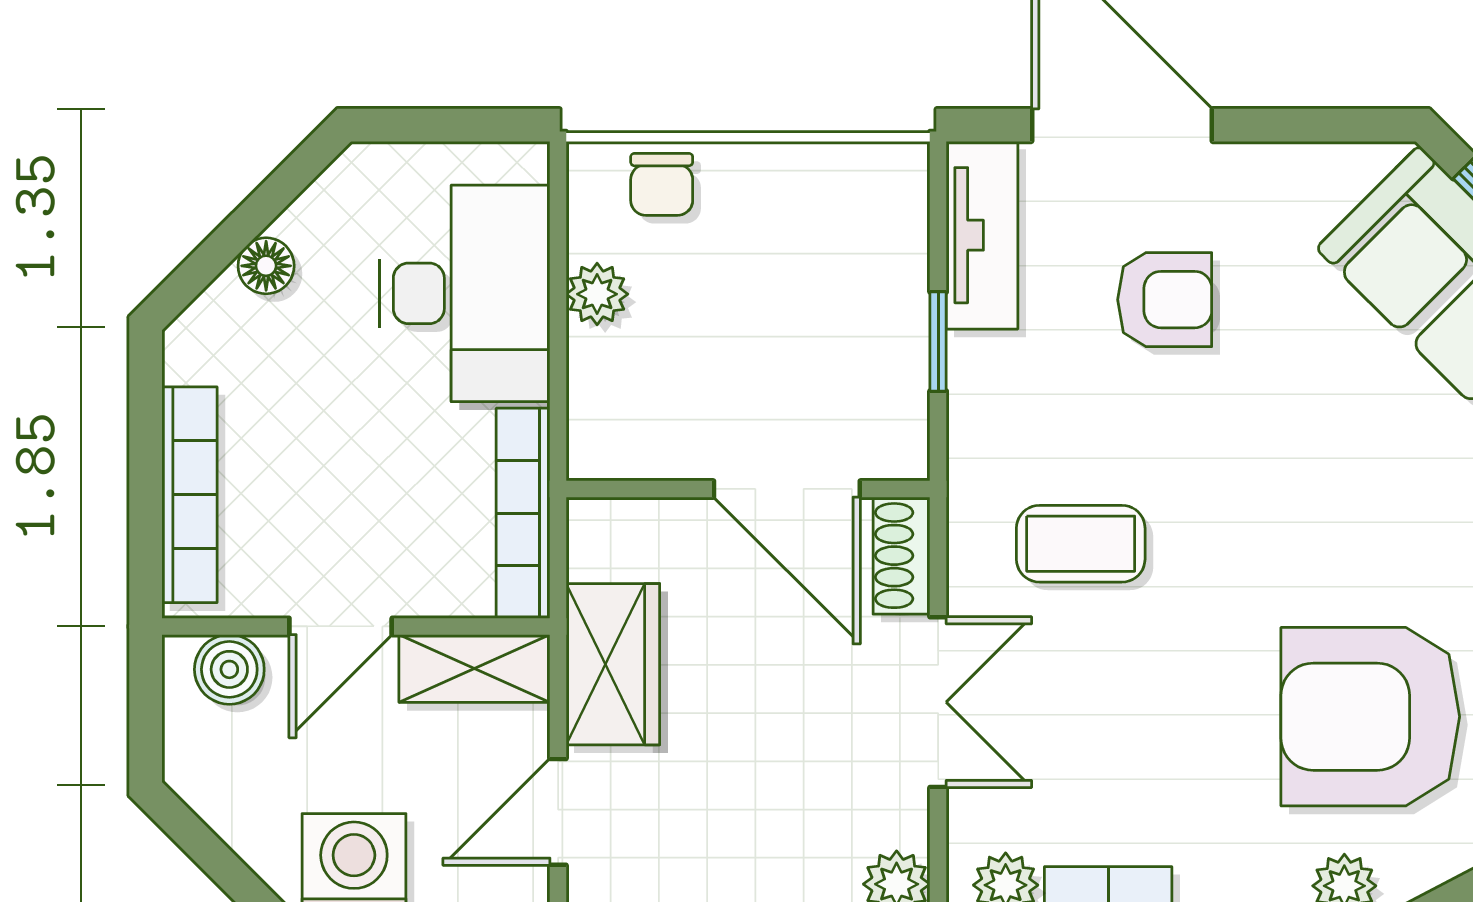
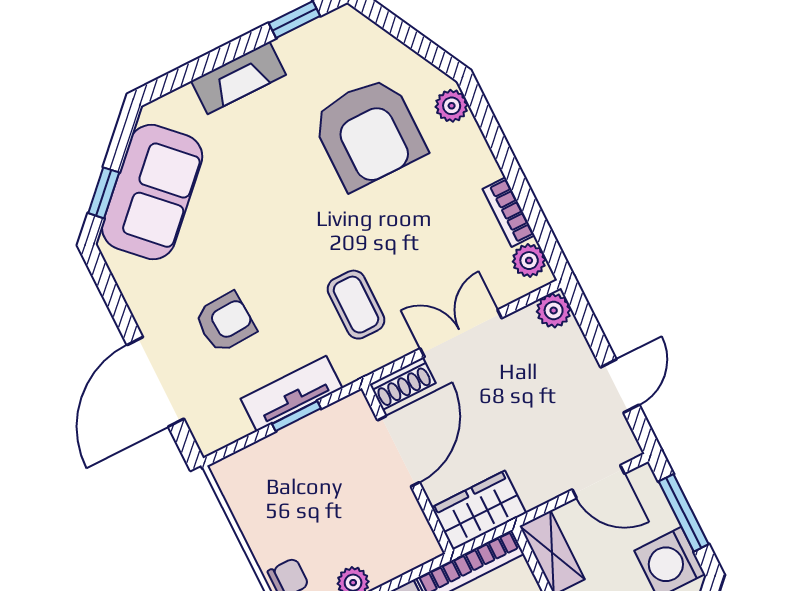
tv unit: (982, 235) -> (292, 393), moved
armchair: (1165, 300) -> (225, 322), turned 87
wardrobe: (613, 664) -> (479, 510), moved

